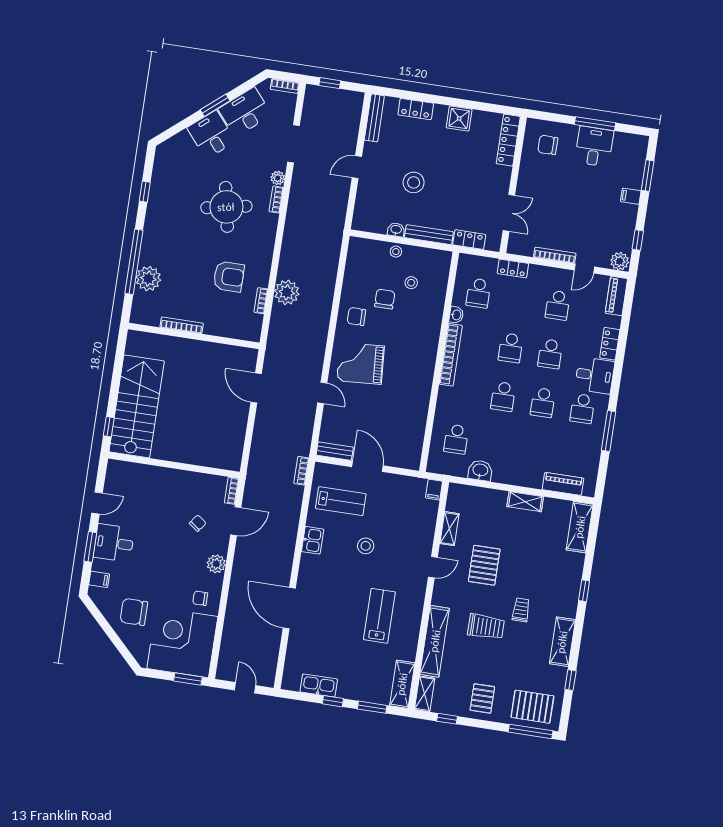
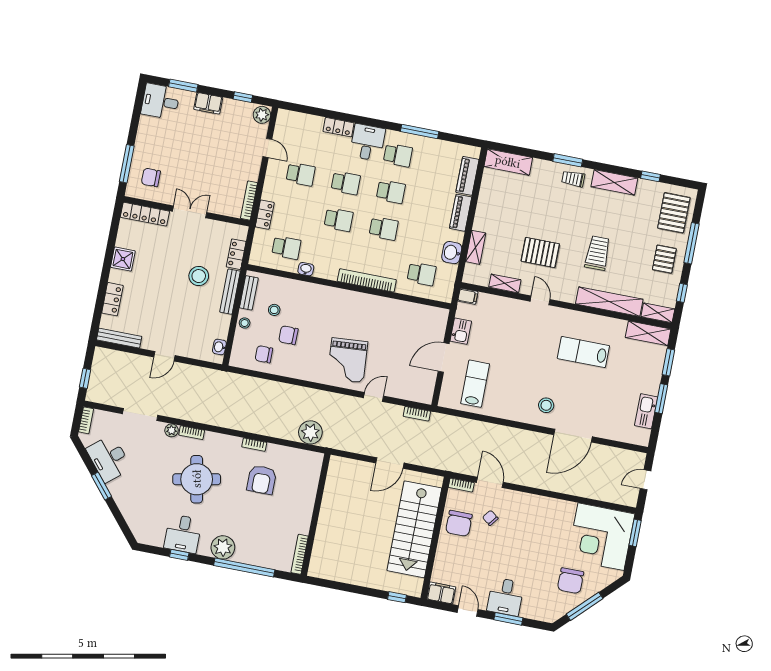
window: (595, 124) -> (127, 164), moved
desk: (211, 135) -> (183, 534), moved, turned -50
chair: (548, 145) -> (151, 177), turned 90
desk: (594, 146) -> (160, 101), moved
door: (357, 167) -> (164, 356), hinge flipped
stool: (414, 182) -> (199, 276), moved
filing cabinet: (631, 196) -> (208, 103), width x2.00
double door: (509, 213) -> (190, 212), moved
washbasin: (396, 230) -> (219, 347), moved
bookcase: (555, 255) -> (249, 201), moved
armchair: (229, 277) -> (262, 480), turned 180
plant: (148, 279) -> (223, 547), moved
plant: (287, 292) -> (310, 432), moved
piano: (616, 296) -> (461, 213), moved, turned 90
bookcase: (261, 301) -> (254, 445), moved
chair: (356, 316) -> (264, 354), moved, turned 90
bookcase: (182, 325) -> (300, 554), moved
bookcase: (451, 355) -> (367, 280), moved
door: (256, 388) -> (390, 463), moved
stairs: (137, 406) -> (414, 529), moved, turned -90
bench: (335, 451) -> (249, 293), moved
bookcase: (301, 471) -> (417, 414), moved
shelving: (525, 502) -> (476, 247), moved
kitchen sink: (313, 540) -> (461, 331), moved, turned 90
stool: (366, 546) -> (546, 405), moved
plant: (216, 564) -> (529, 502), removed
filing cabinet: (99, 579) -> (441, 593), moved, width x2.00
window: (584, 591) -> (568, 160), width x1.50
chair: (200, 598) -> (459, 523), moved, width x1.87, depth x1.87
trolley: (521, 610) -> (573, 179), moved
window: (107, 628) -> (585, 606), added
pallet: (482, 698) -> (664, 259), turned 90
window: (333, 701) -> (661, 399), width x1.50
window: (530, 731) -> (691, 243), moved

